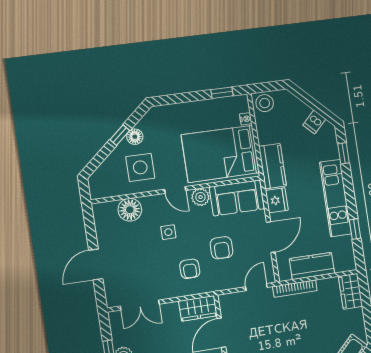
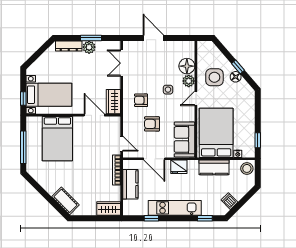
kitchen counter: (273, 166) -> (214, 167), moved
plant: (200, 197) -> (189, 81), moved

